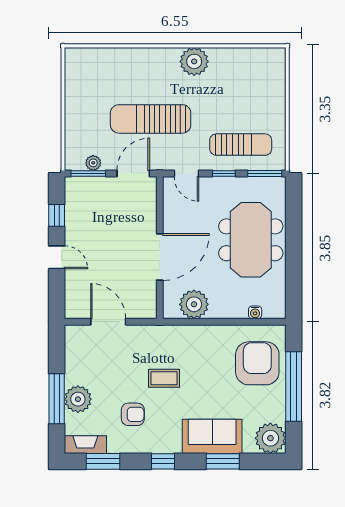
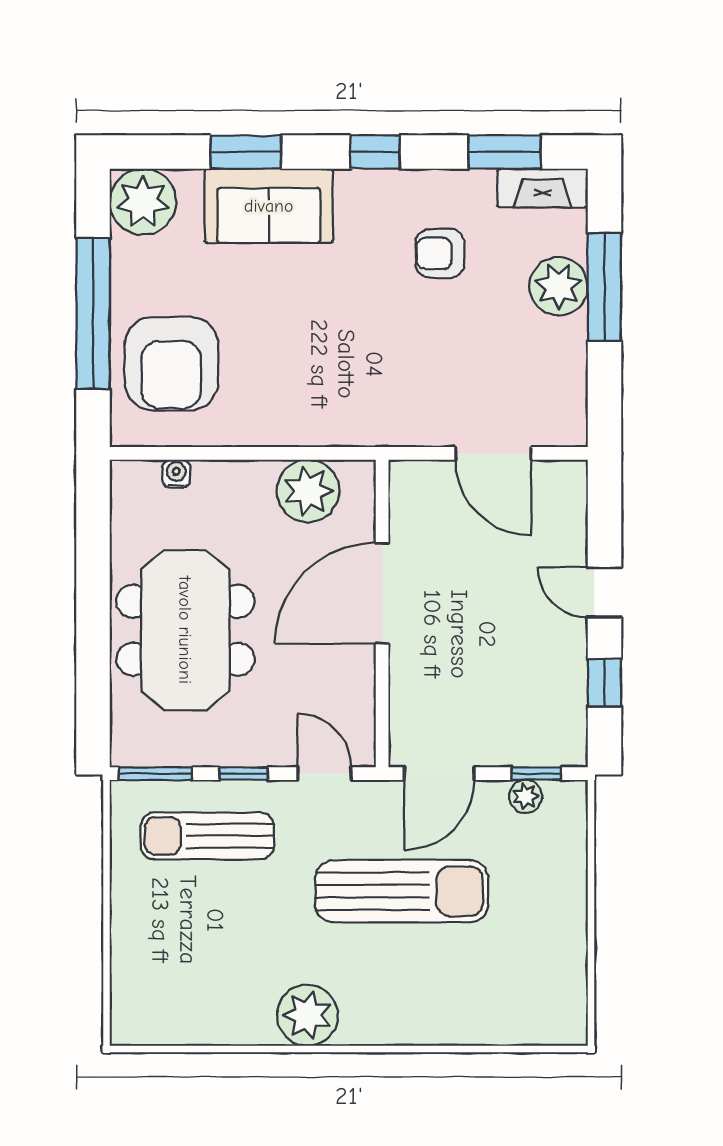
window: (88, 173) -> (536, 774), width x0.67
coffee table: (164, 378) -> (373, 331), removed

